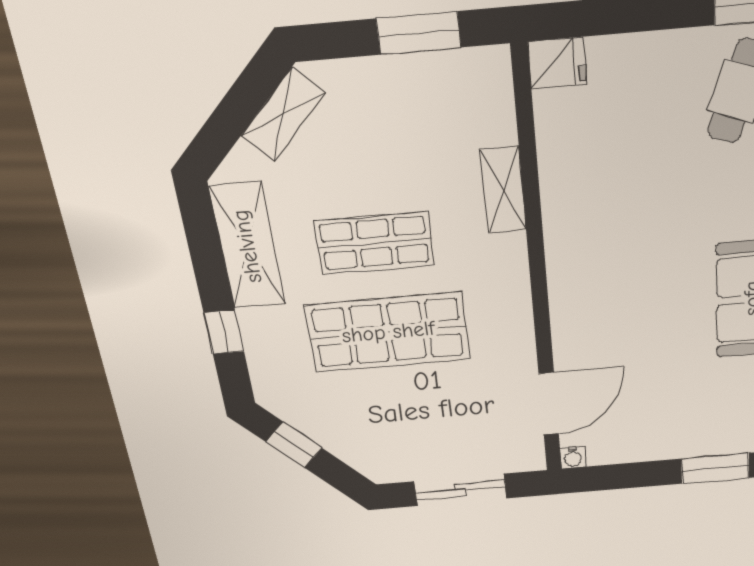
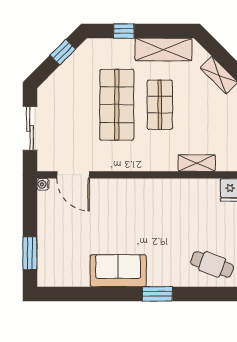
shelving: (503, 190) -> (197, 163), moved

